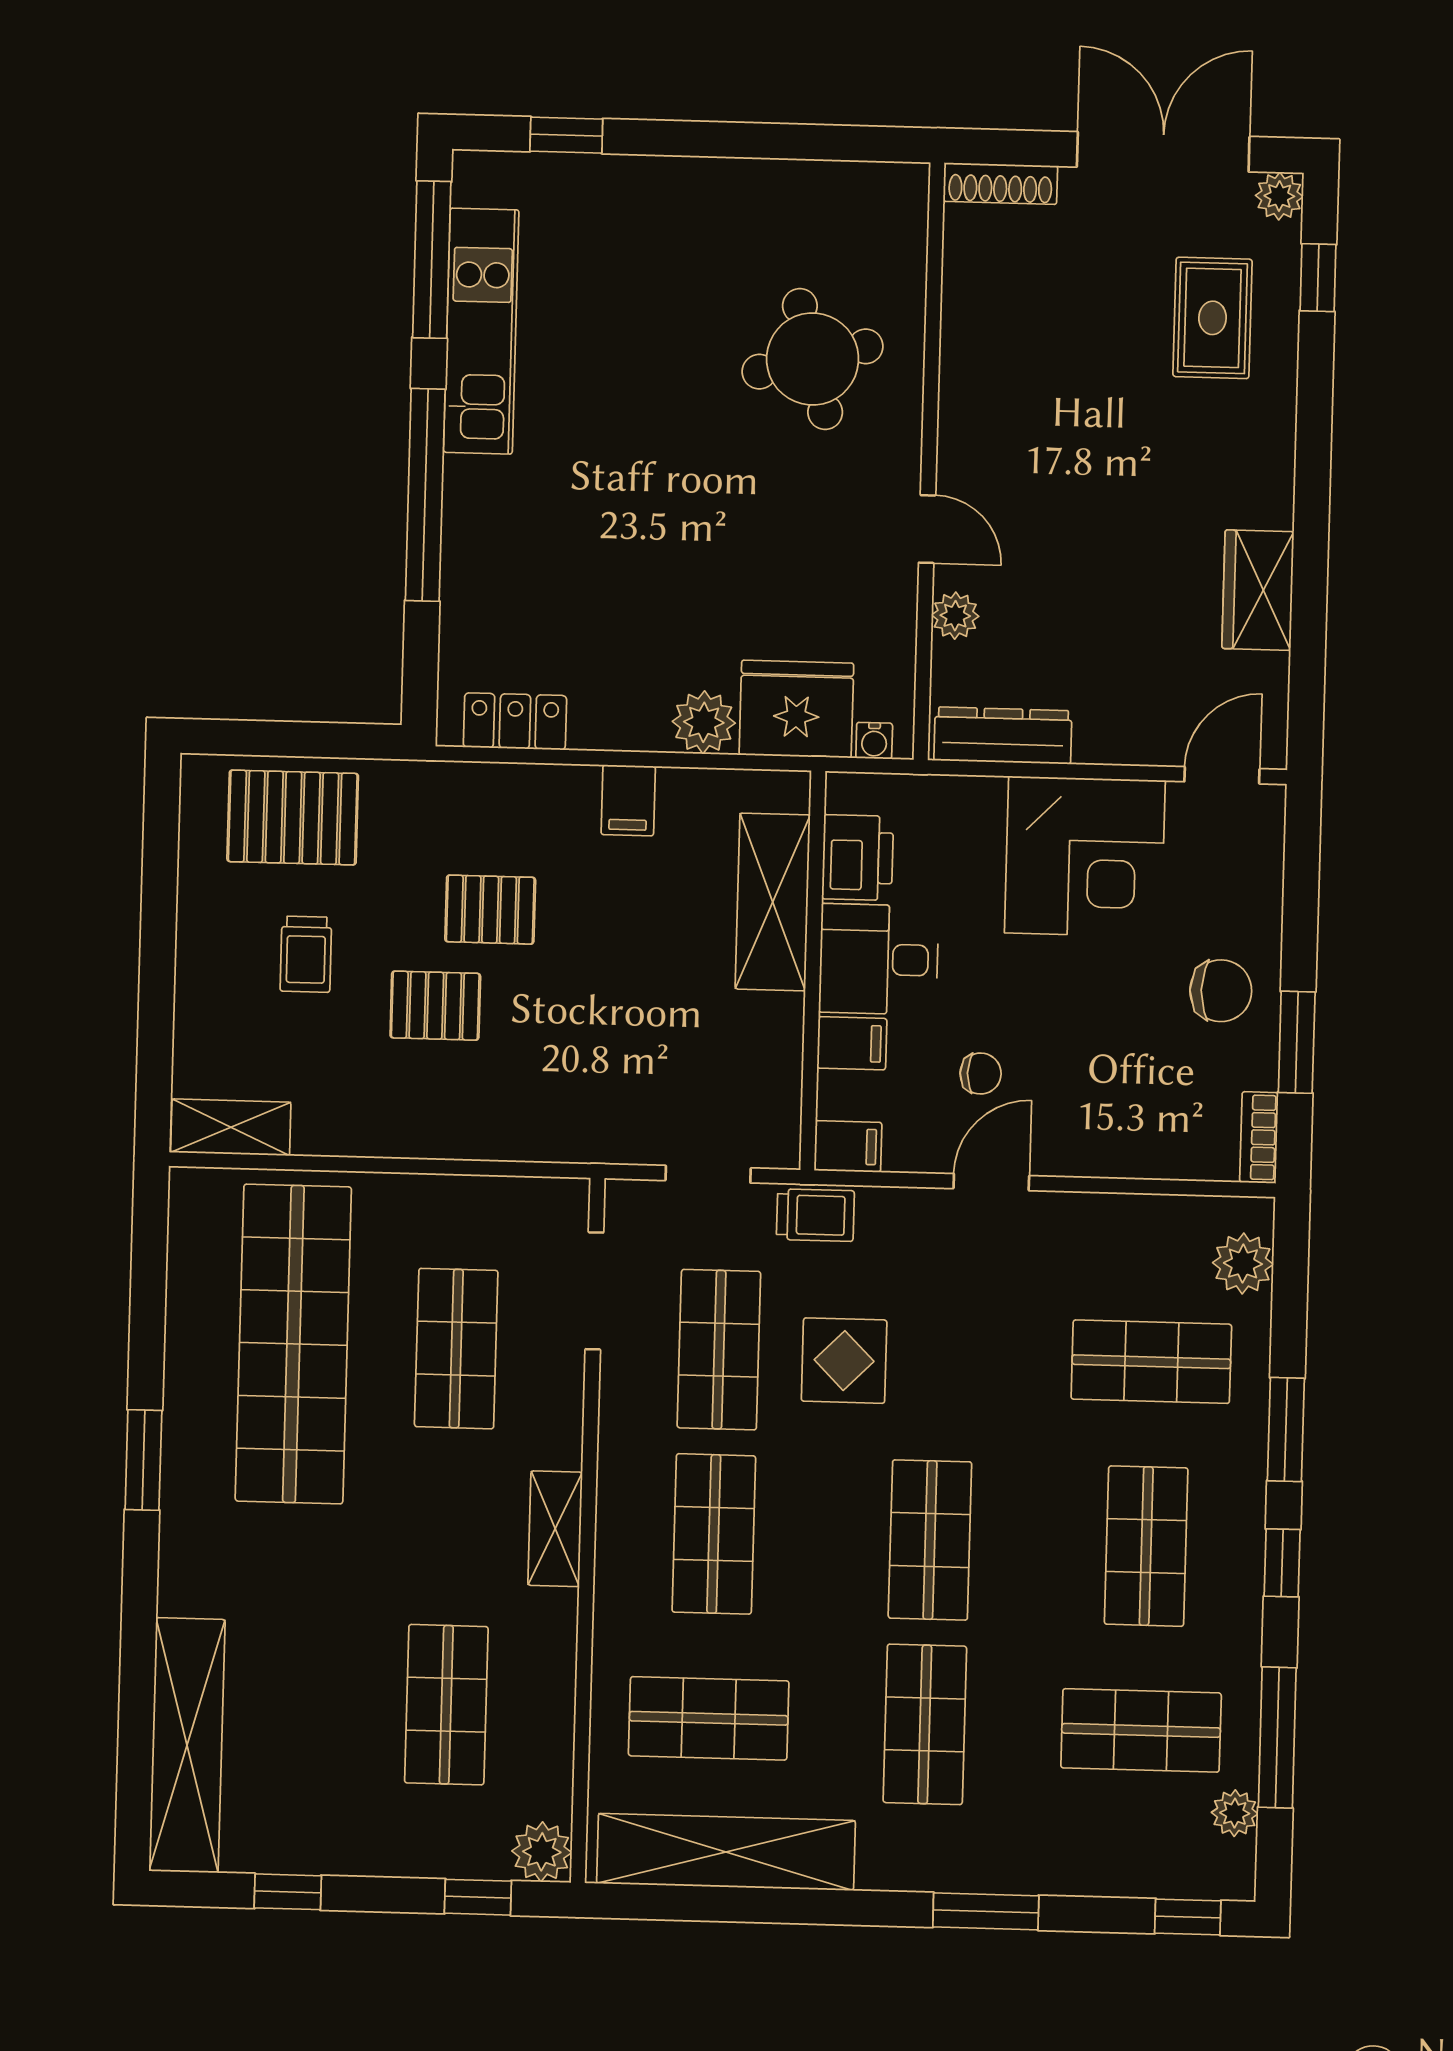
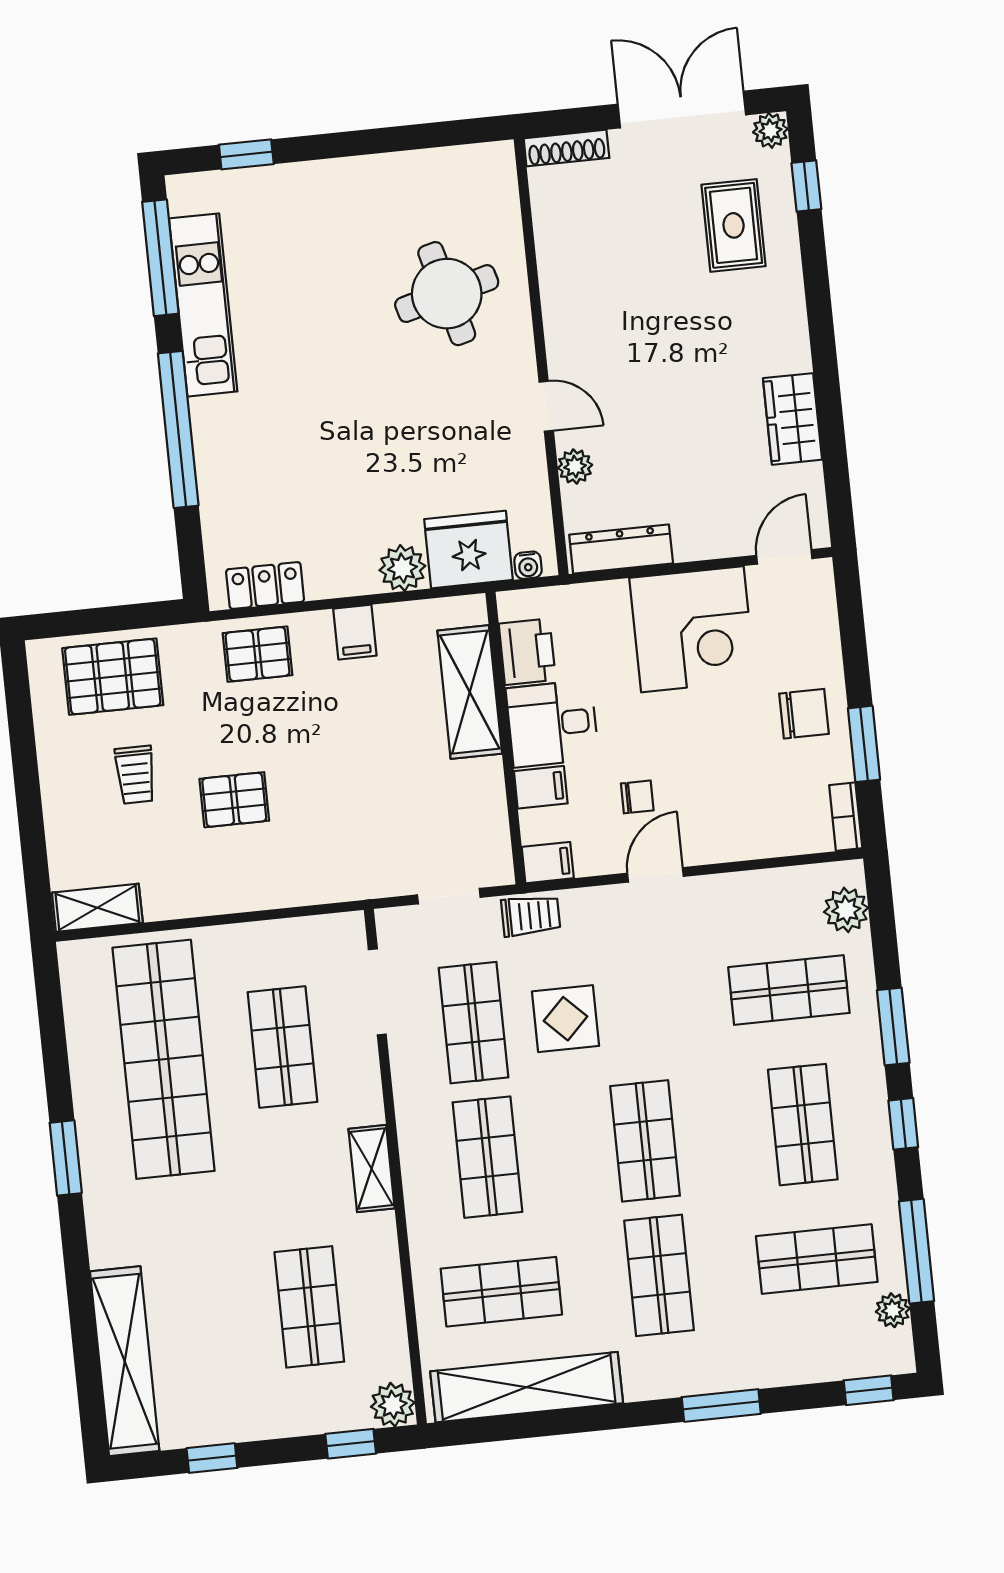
pallet: (490, 910) -> (257, 654), moved

